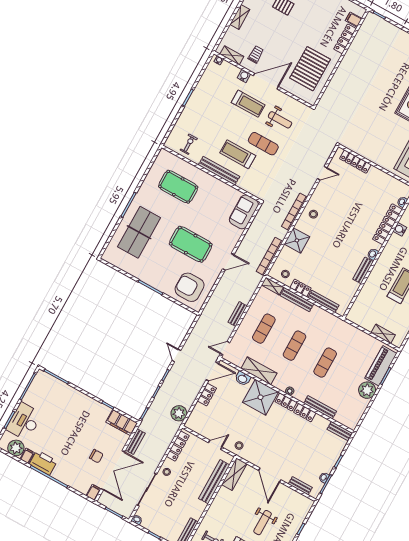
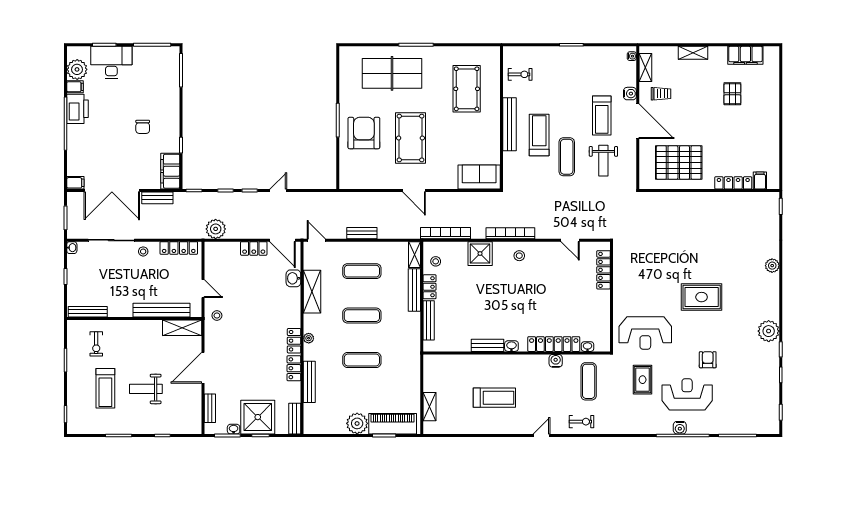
armchair: (190, 287) -> (364, 133), moved
shower: (260, 397) -> (258, 417), moved
chair: (96, 456) -> (143, 127), moved

